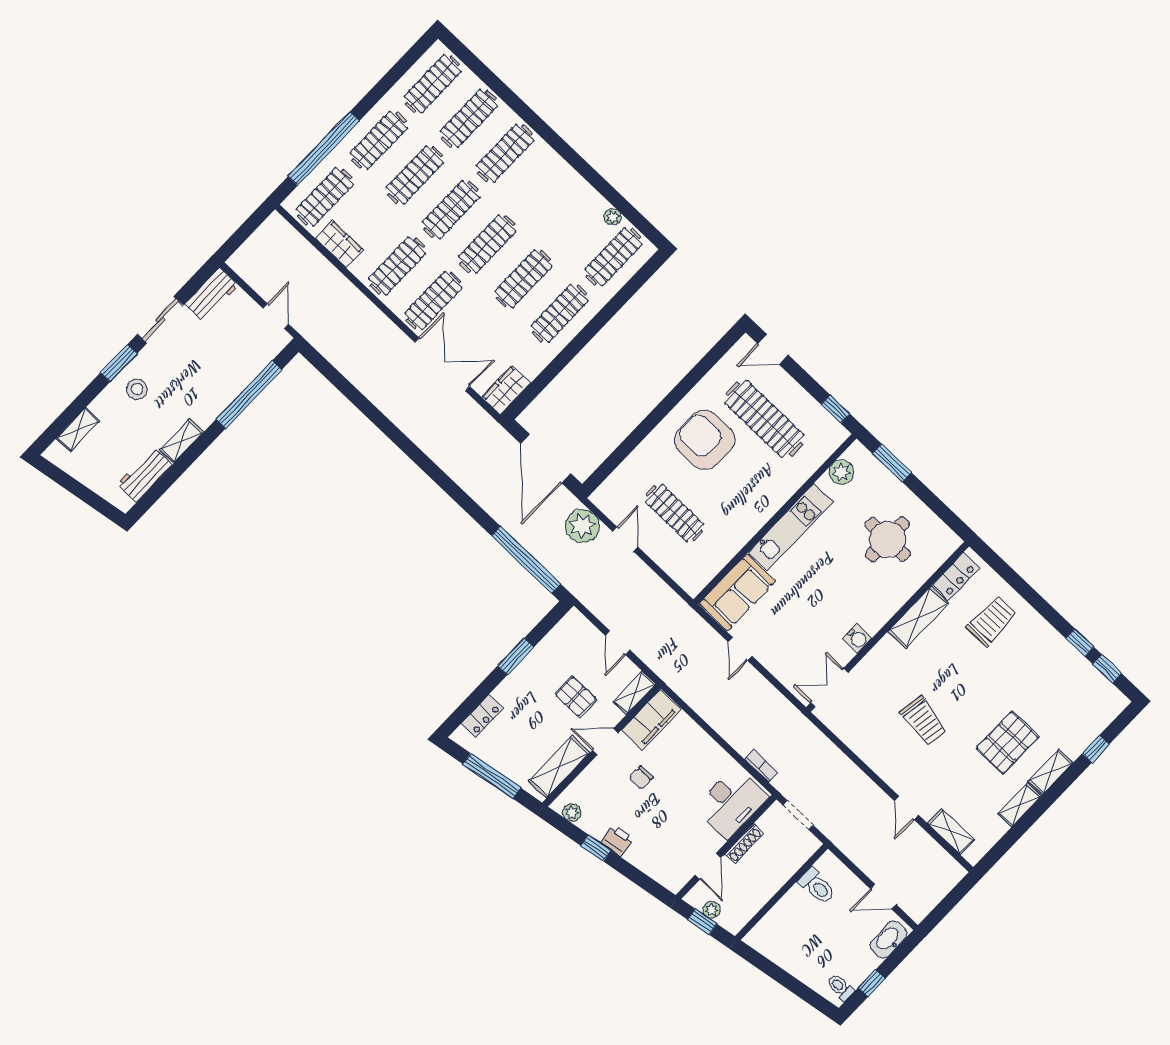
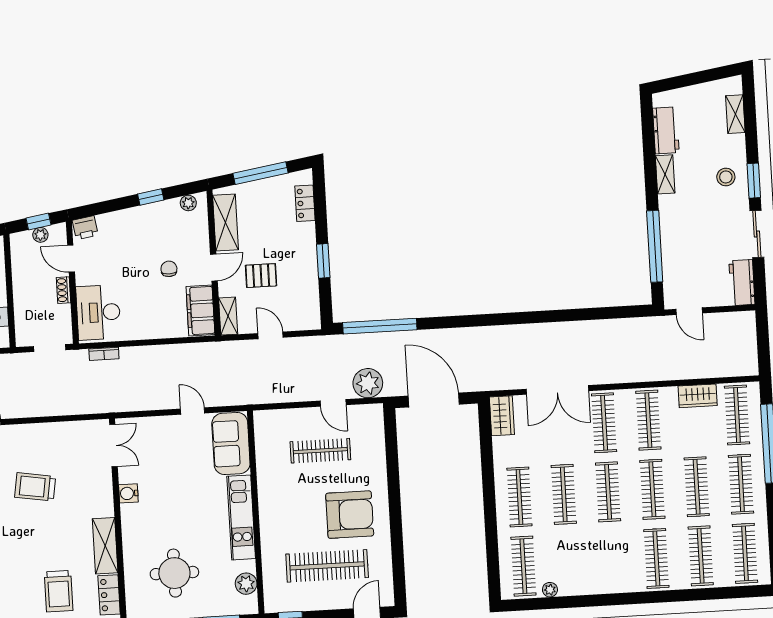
printer: (617, 841) -> (85, 228), moved
shoe rack: (744, 844) -> (63, 290), width x0.70

